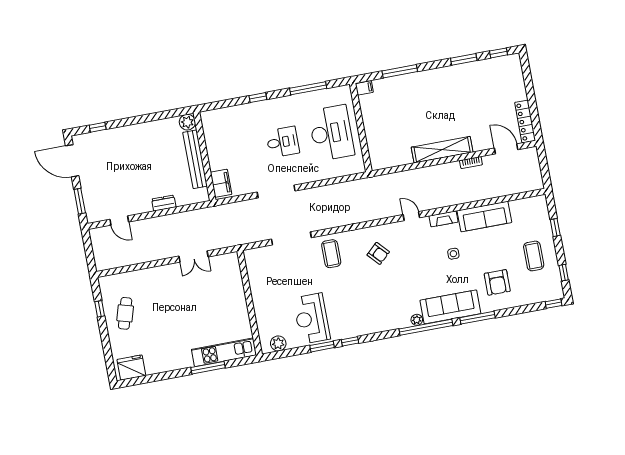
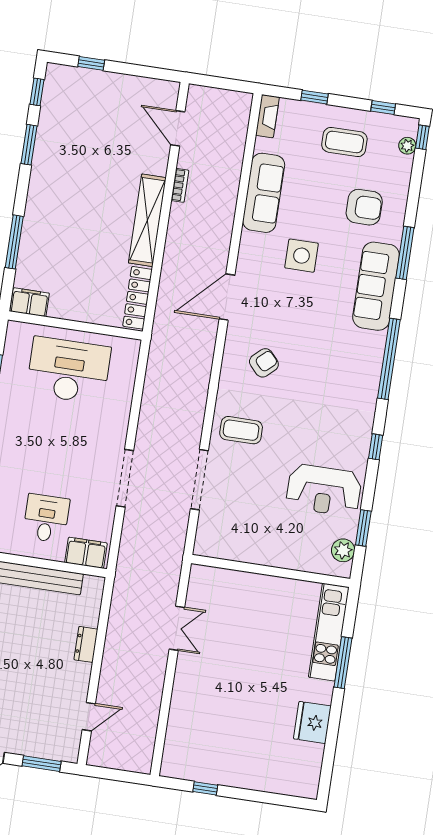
window: (528, 81) -> (91, 63), added
filing cabinet: (364, 88) -> (30, 302), width x2.00
locker: (525, 121) -> (138, 298), moved, turned 90
desk: (283, 142) -> (46, 518), moved
door: (506, 149) -> (178, 128), hinge flipped
door: (411, 216) -> (227, 297), width x1.88
fireplace: (444, 219) -> (267, 116), moved
side table: (453, 254) -> (302, 256), width x1.87, depth x1.87
cafe table: (125, 313) -> (224, 754), removed
plant: (417, 320) -> (407, 146), moved
window: (426, 327) -> (389, 359), moved
window: (322, 347) -> (363, 528), moved
fridge: (131, 368) -> (312, 722), moved

